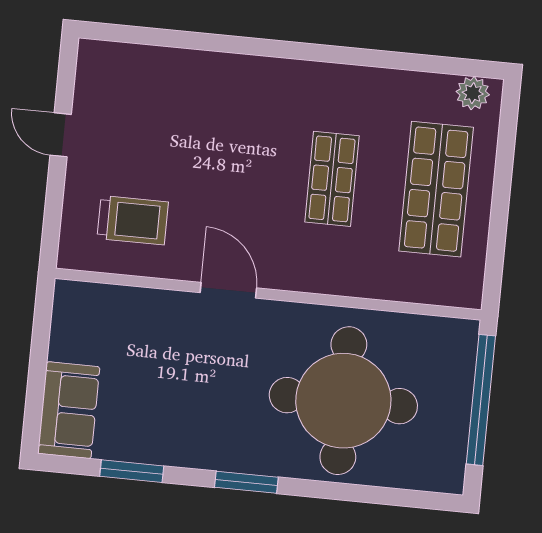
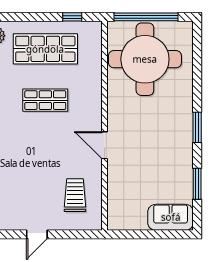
window: (496, 250) -> (72, 17), added
door: (228, 290) -> (104, 145), hinge flipped
round table: (343, 401) -> (145, 59), moved

